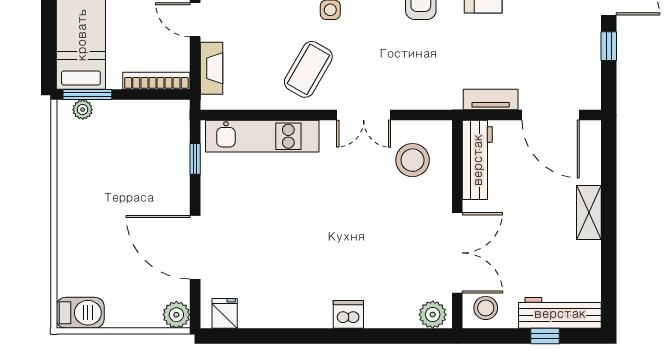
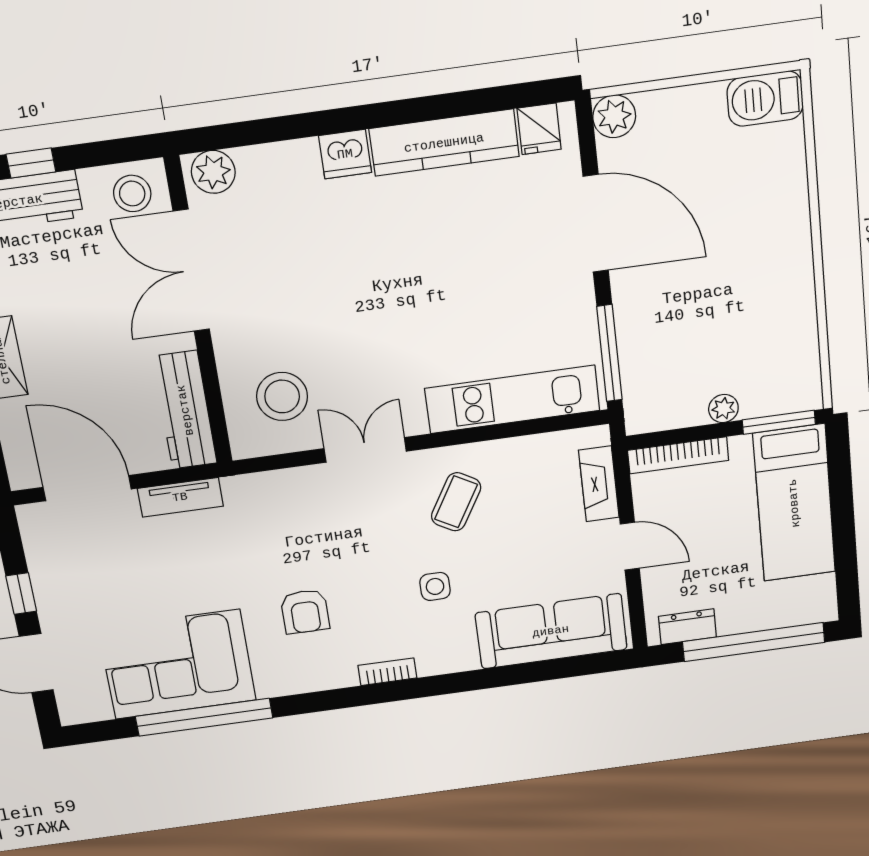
coffee table: (308, 69) -> (456, 502), width x0.73, depth x0.77
plant: (83, 110) -> (723, 409), moved
window: (195, 159) -> (609, 353), width x2.17
kitchen counter: (285, 313) -> (444, 143), added

